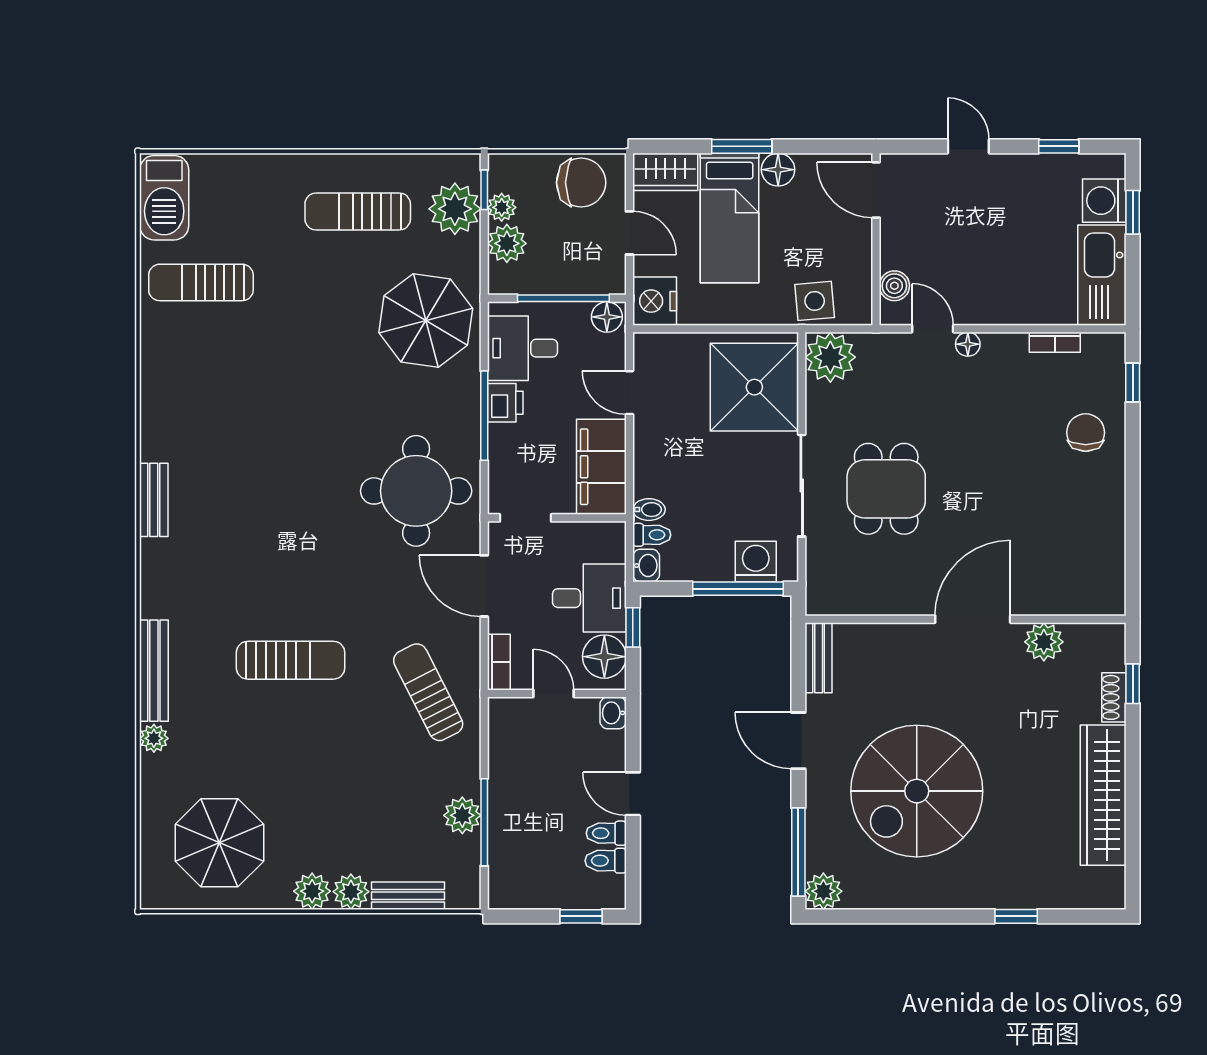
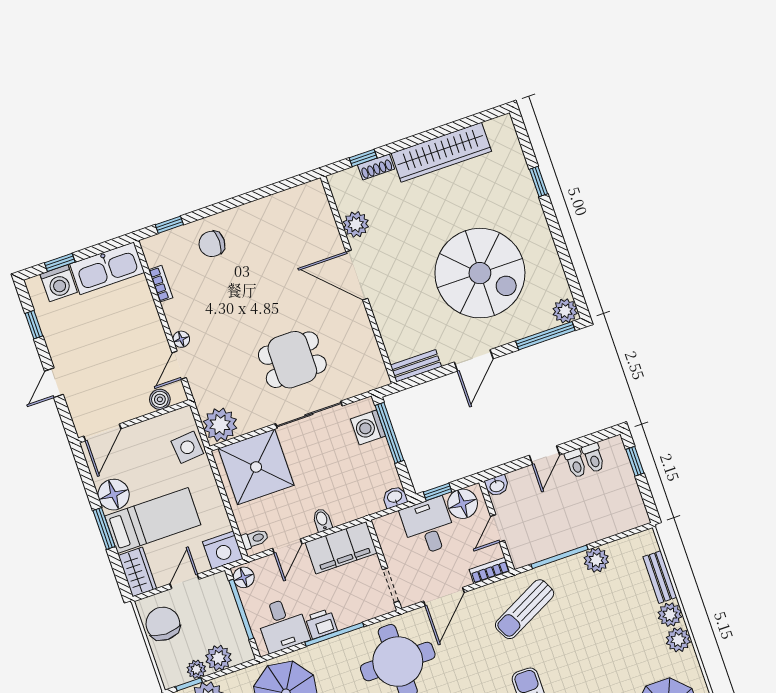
floor lamp: (778, 170) -> (114, 495), width x1.38, depth x1.38
bidet: (649, 510) -> (322, 520), moved
toilet: (652, 535) -> (255, 539), moved, turned 90
window: (484, 822) -> (559, 557), moved

